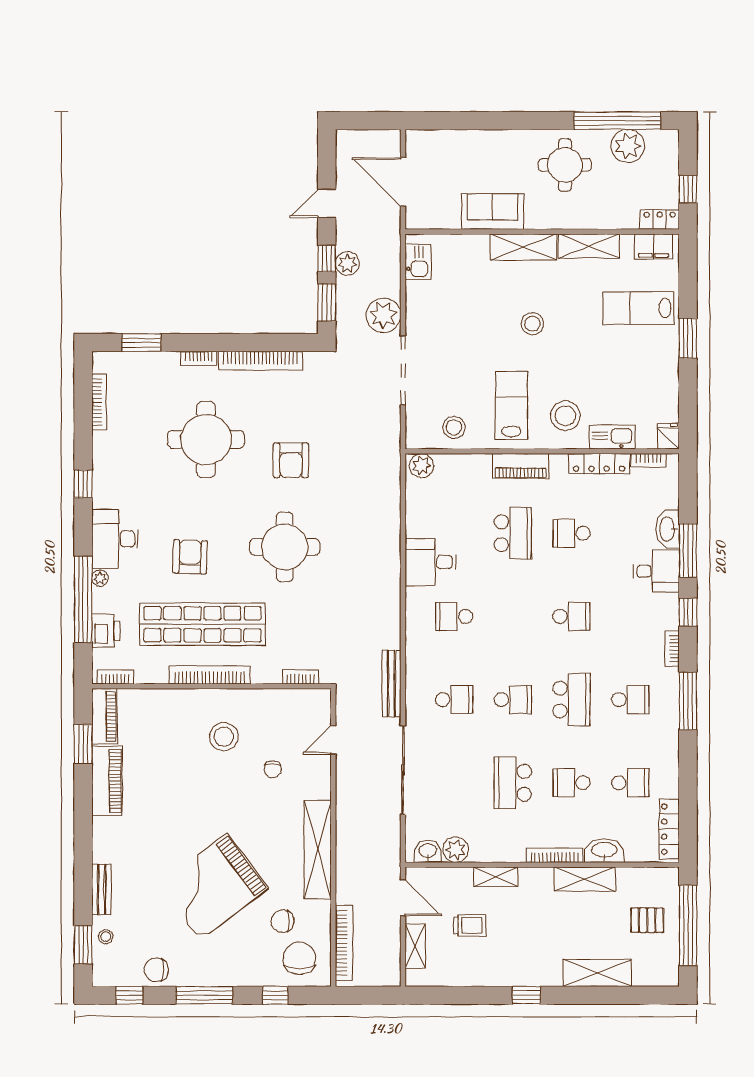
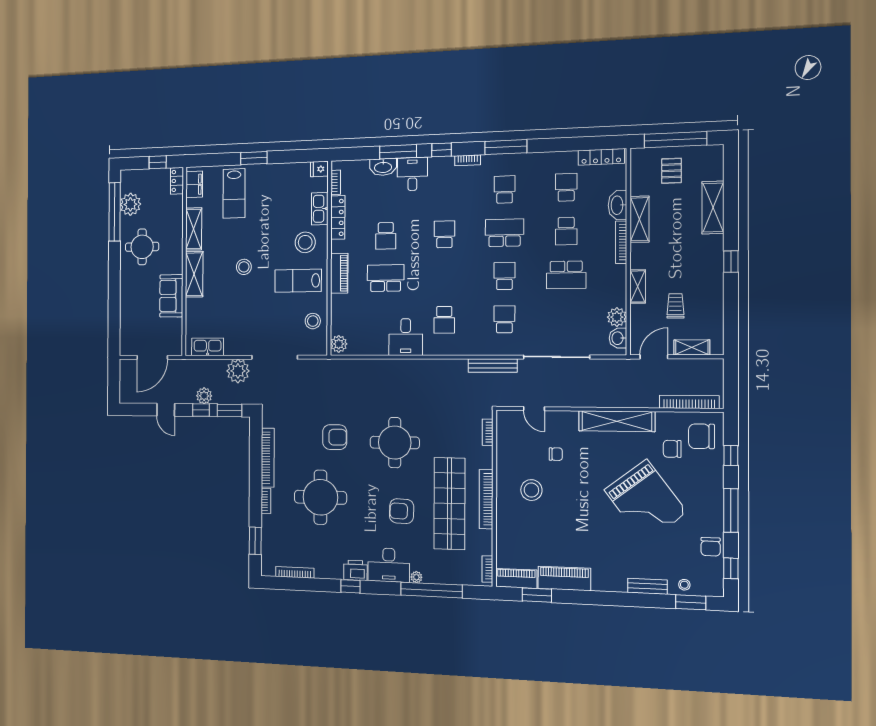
kitchen sink: (418, 262) -> (208, 347), width x1.38
printer: (106, 631) -> (355, 570), moved
chair: (282, 921) -> (672, 449), turned 90

